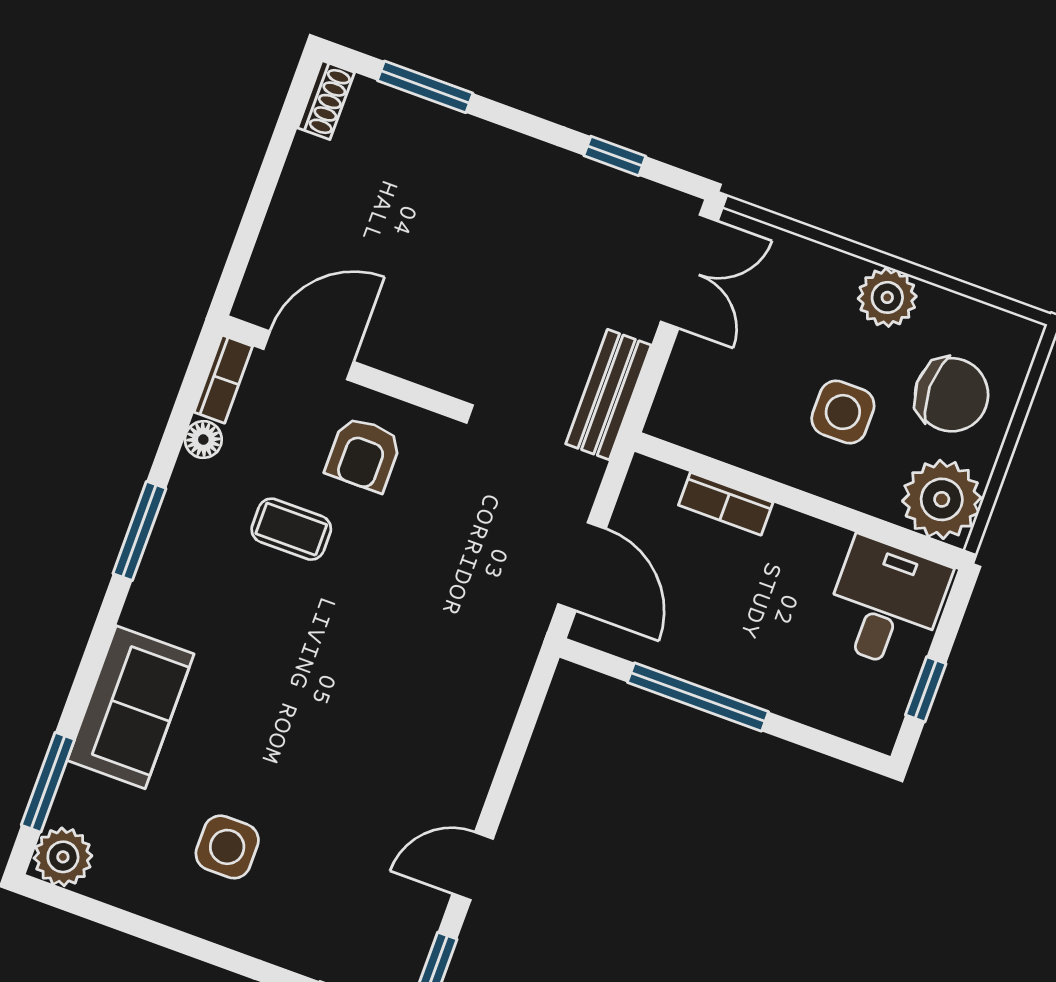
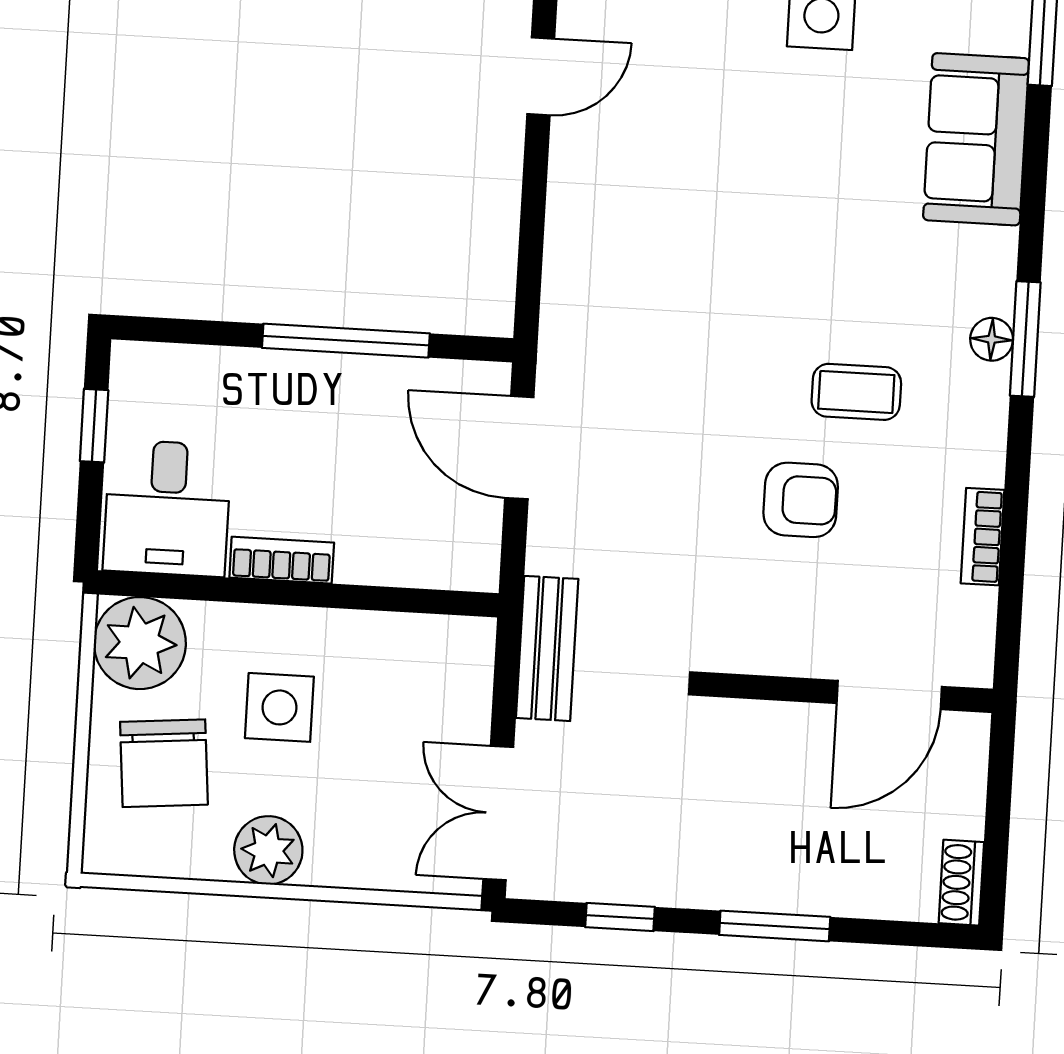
window: (425, 87) -> (775, 926), moved
door: (309, 355) -> (889, 695), moved
wall: (338, 366) -> (852, 693), moved
chair: (952, 395) -> (164, 763), turned -95
floor lamp: (203, 440) -> (992, 339), moved
armchair: (364, 454) -> (801, 500), turned 90
bookcase: (726, 504) -> (282, 560), moved

